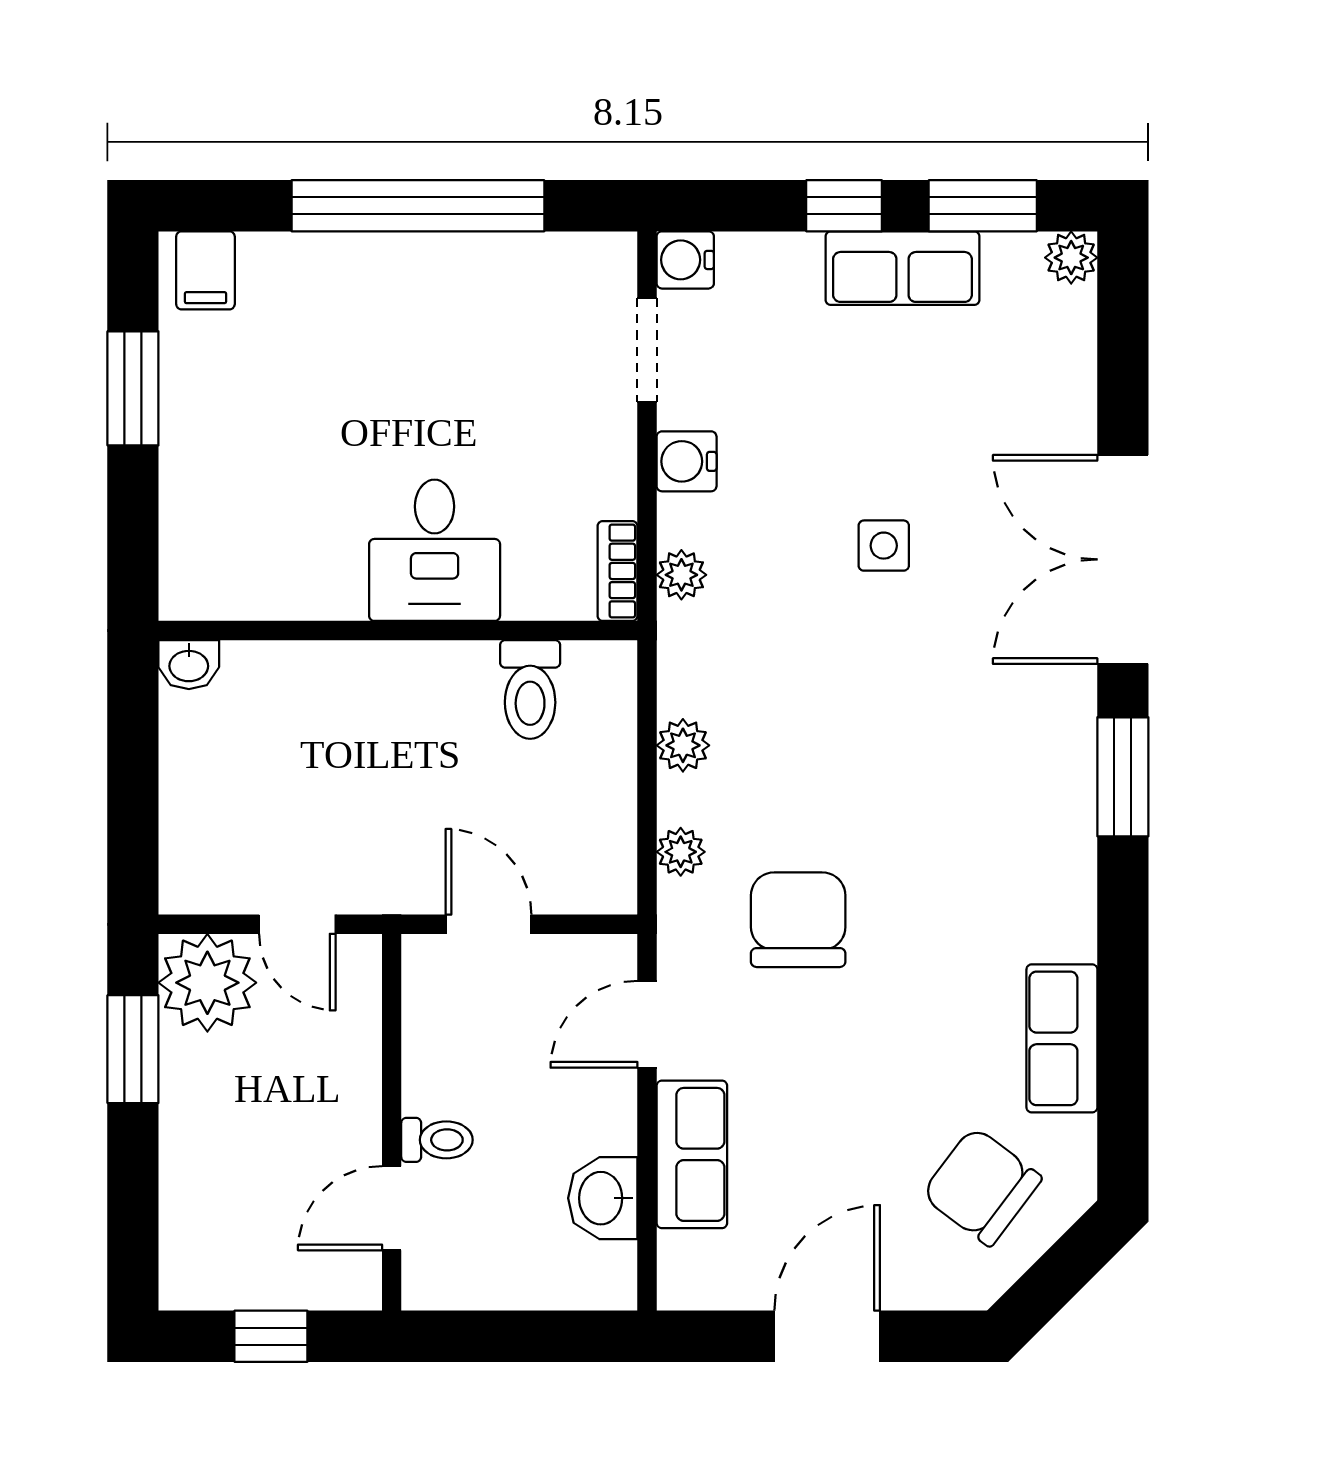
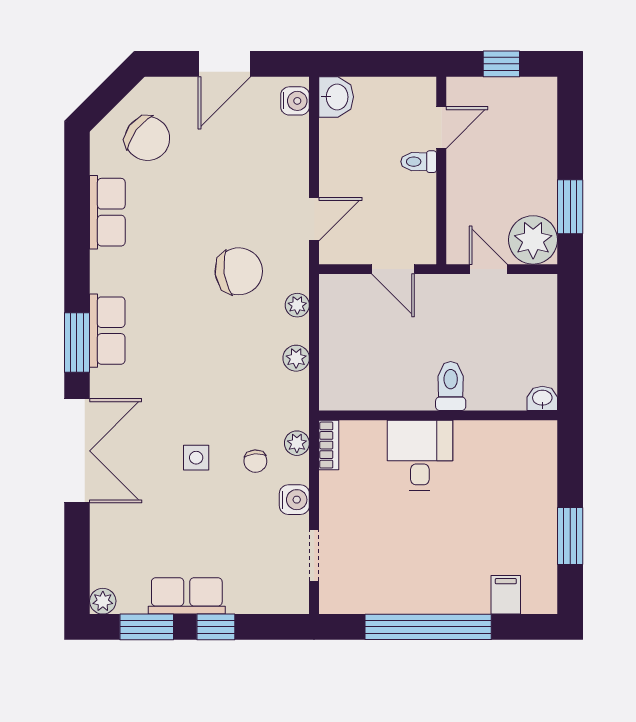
water cooler: (685, 260) -> (295, 101), moved
filing cabinet: (205, 270) -> (506, 595), moved
chair: (765, 539) -> (255, 461), added
toilet: (530, 689) -> (451, 386), moved
chair: (798, 920) -> (239, 271), turned -98
row of seats: (692, 1154) -> (107, 331), moved, turned 180
washbasin: (603, 1198) -> (336, 97), moved

